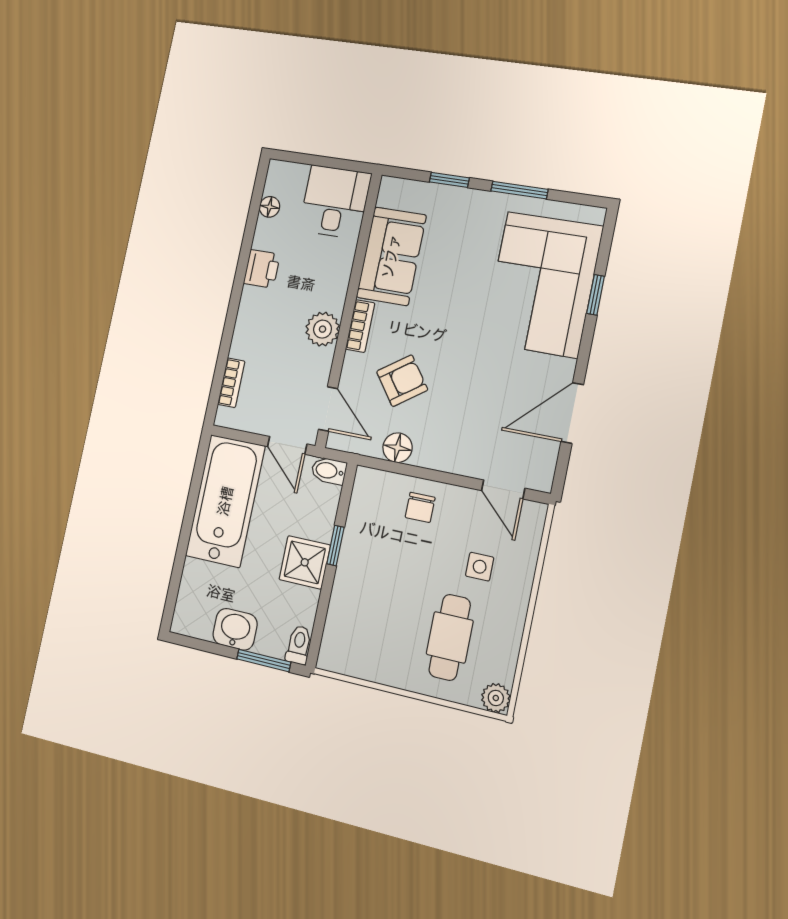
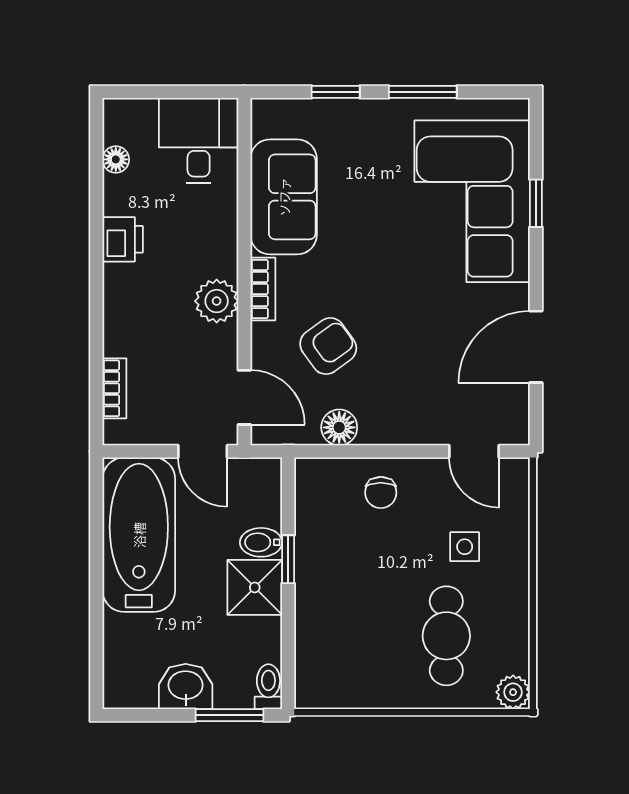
bidet: (329, 471) -> (261, 542), moved

